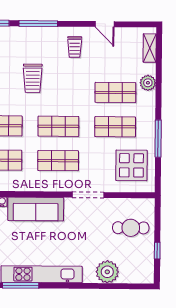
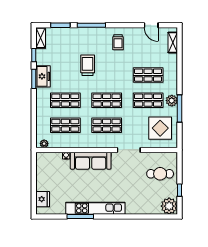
door: (105, 24) -> (151, 25), moved
trolley: (33, 78) -> (88, 65), turned 180
plant: (148, 83) -> (172, 101), moved
plant: (107, 272) -> (169, 206), moved

